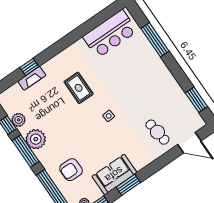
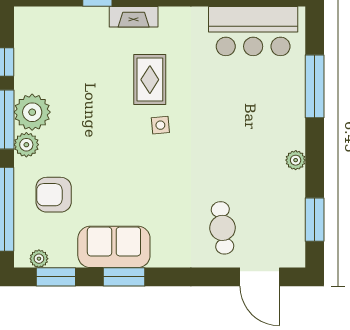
fireplace: (32, 78) -> (134, 17), moved
plant: (169, 79) -> (296, 160), added
side table: (109, 116) -> (160, 125), moved
plant: (19, 120) -> (26, 145), moved

